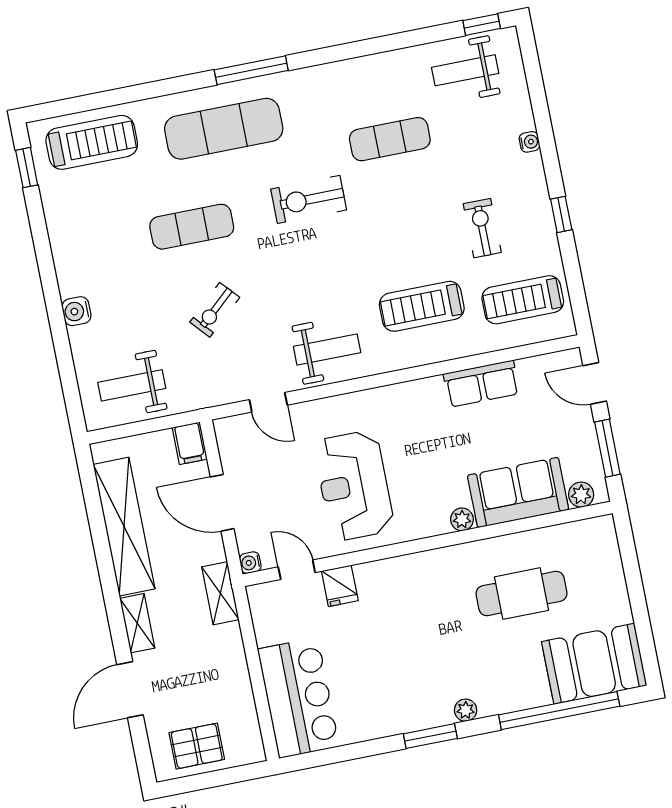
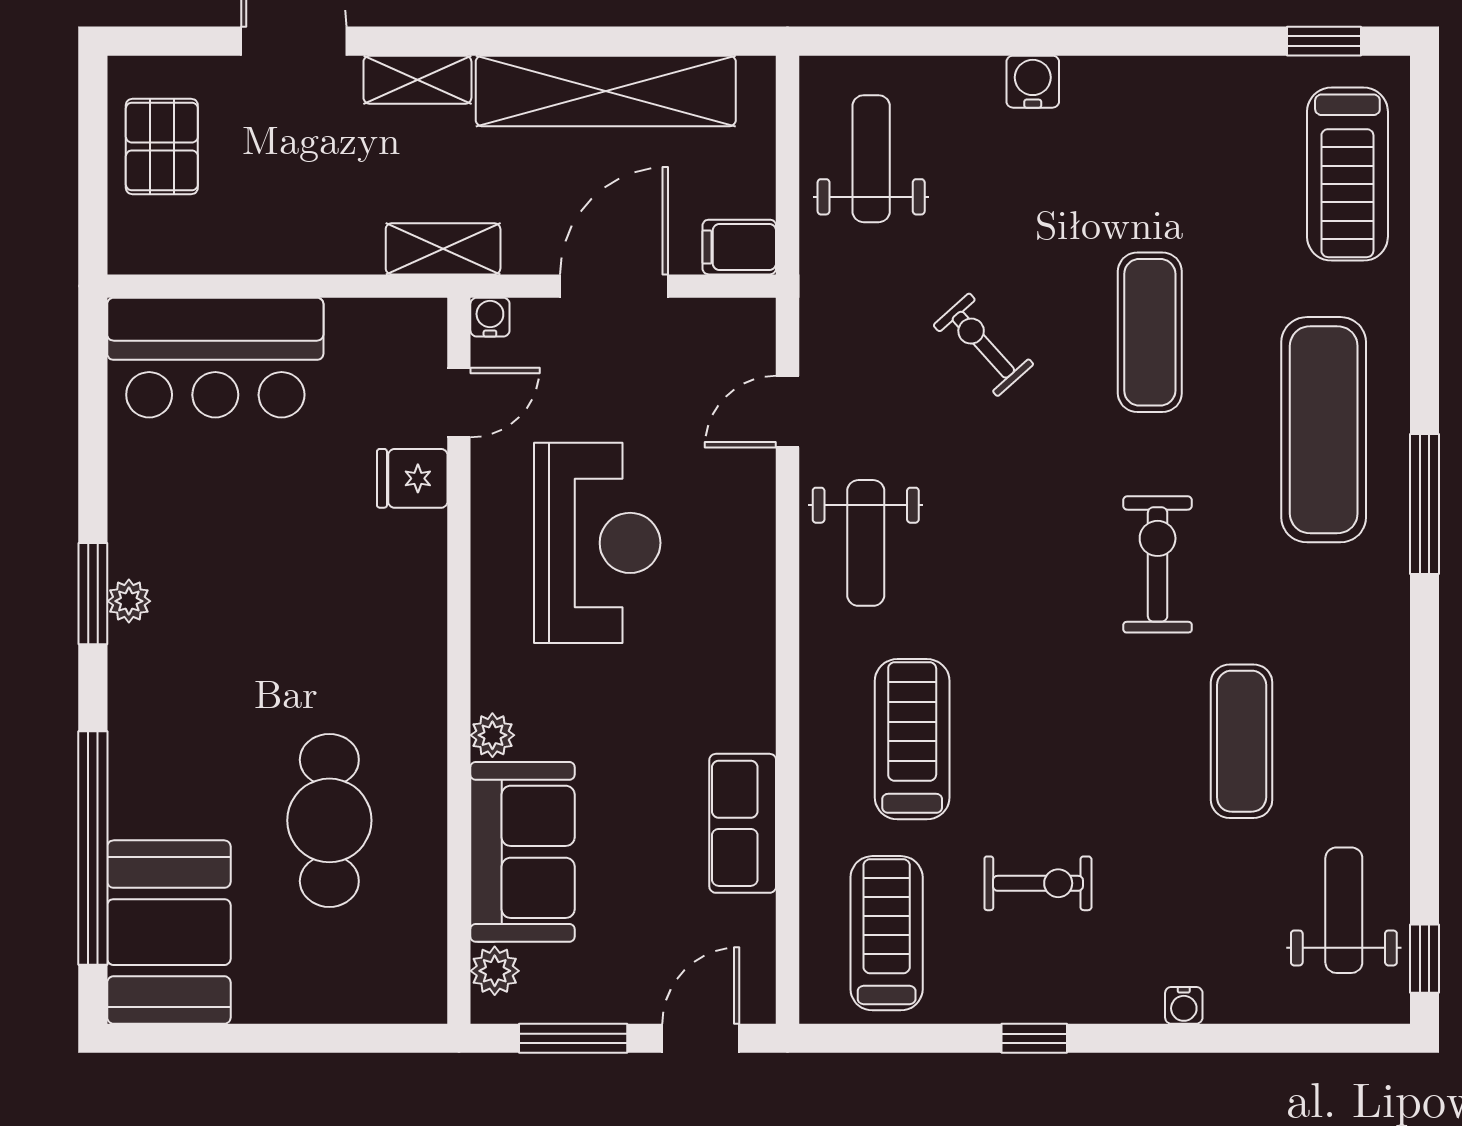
reception desk: (354, 486) -> (597, 543), turned 90
plant: (466, 710) -> (129, 601), moved

